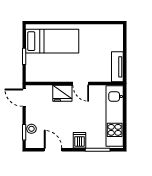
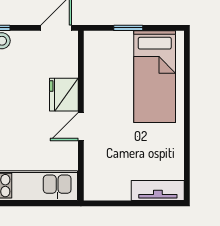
tv unit: (117, 67) -> (158, 190), moved

